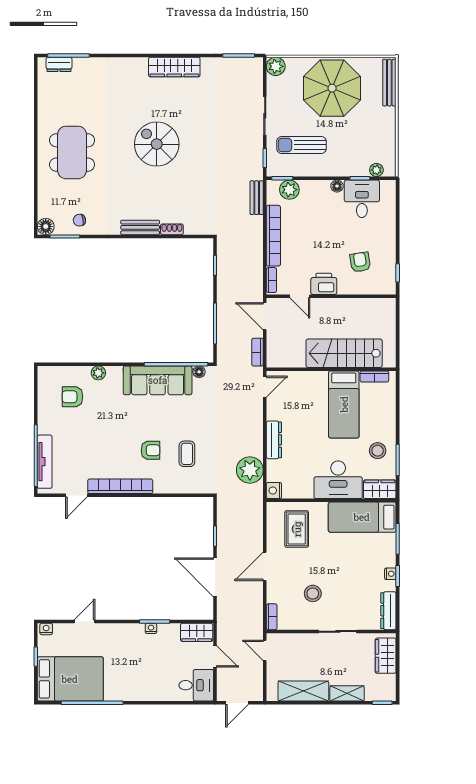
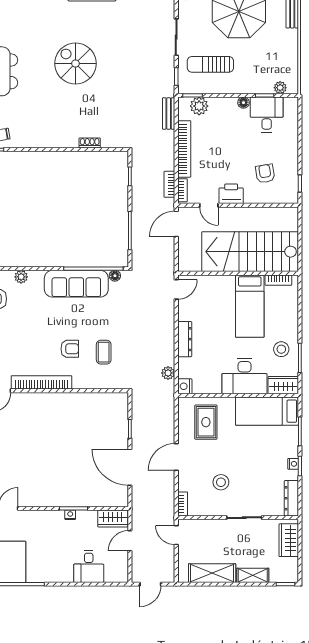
bench: (140, 227) -> (60, 141), removed
door: (265, 316) -> (176, 224), hinge flipped
bookcase: (258, 352) -> (169, 184), moved
stairs: (344, 353) -> (250, 252), width x1.36, depth x1.51
plant: (250, 470) -> (168, 373), width x0.53, depth x0.53
door: (215, 656) -> (130, 541), swing flipped
desk: (196, 685) -> (89, 567), moved, turned 90

